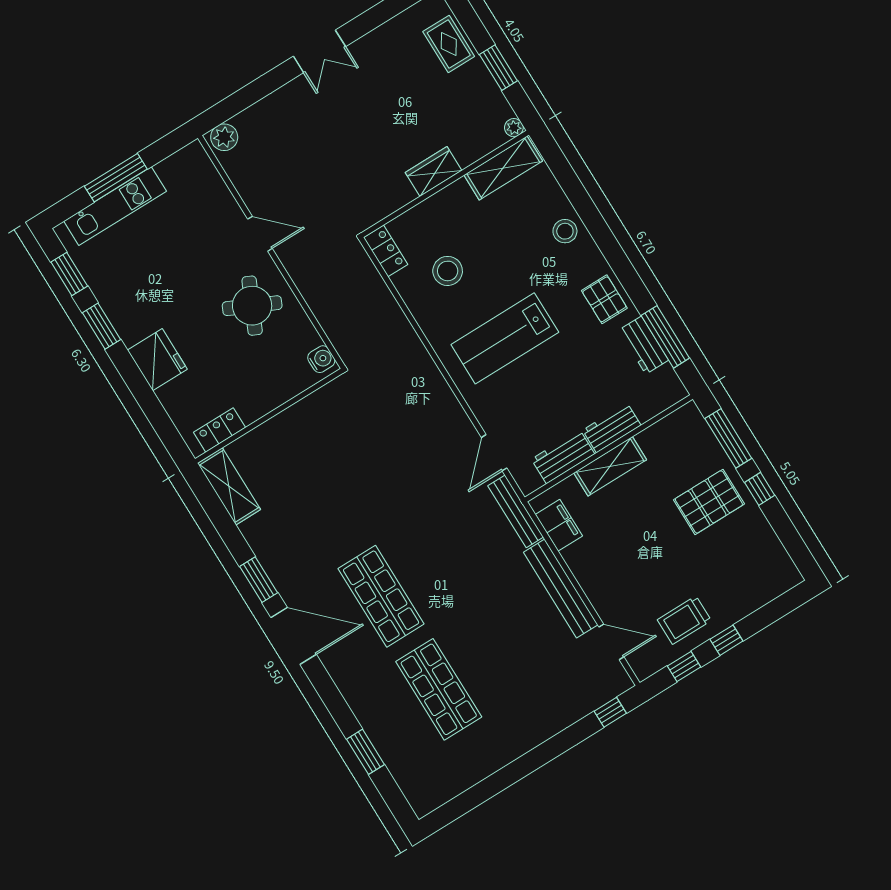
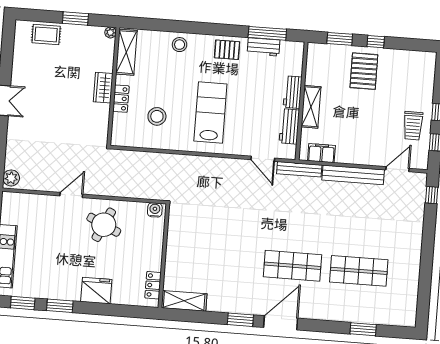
locker: (386, 251) -> (121, 99), moved, turned 90
lab bench: (505, 338) -> (210, 113), turned 180
window: (728, 438) -> (340, 39), width x0.69

